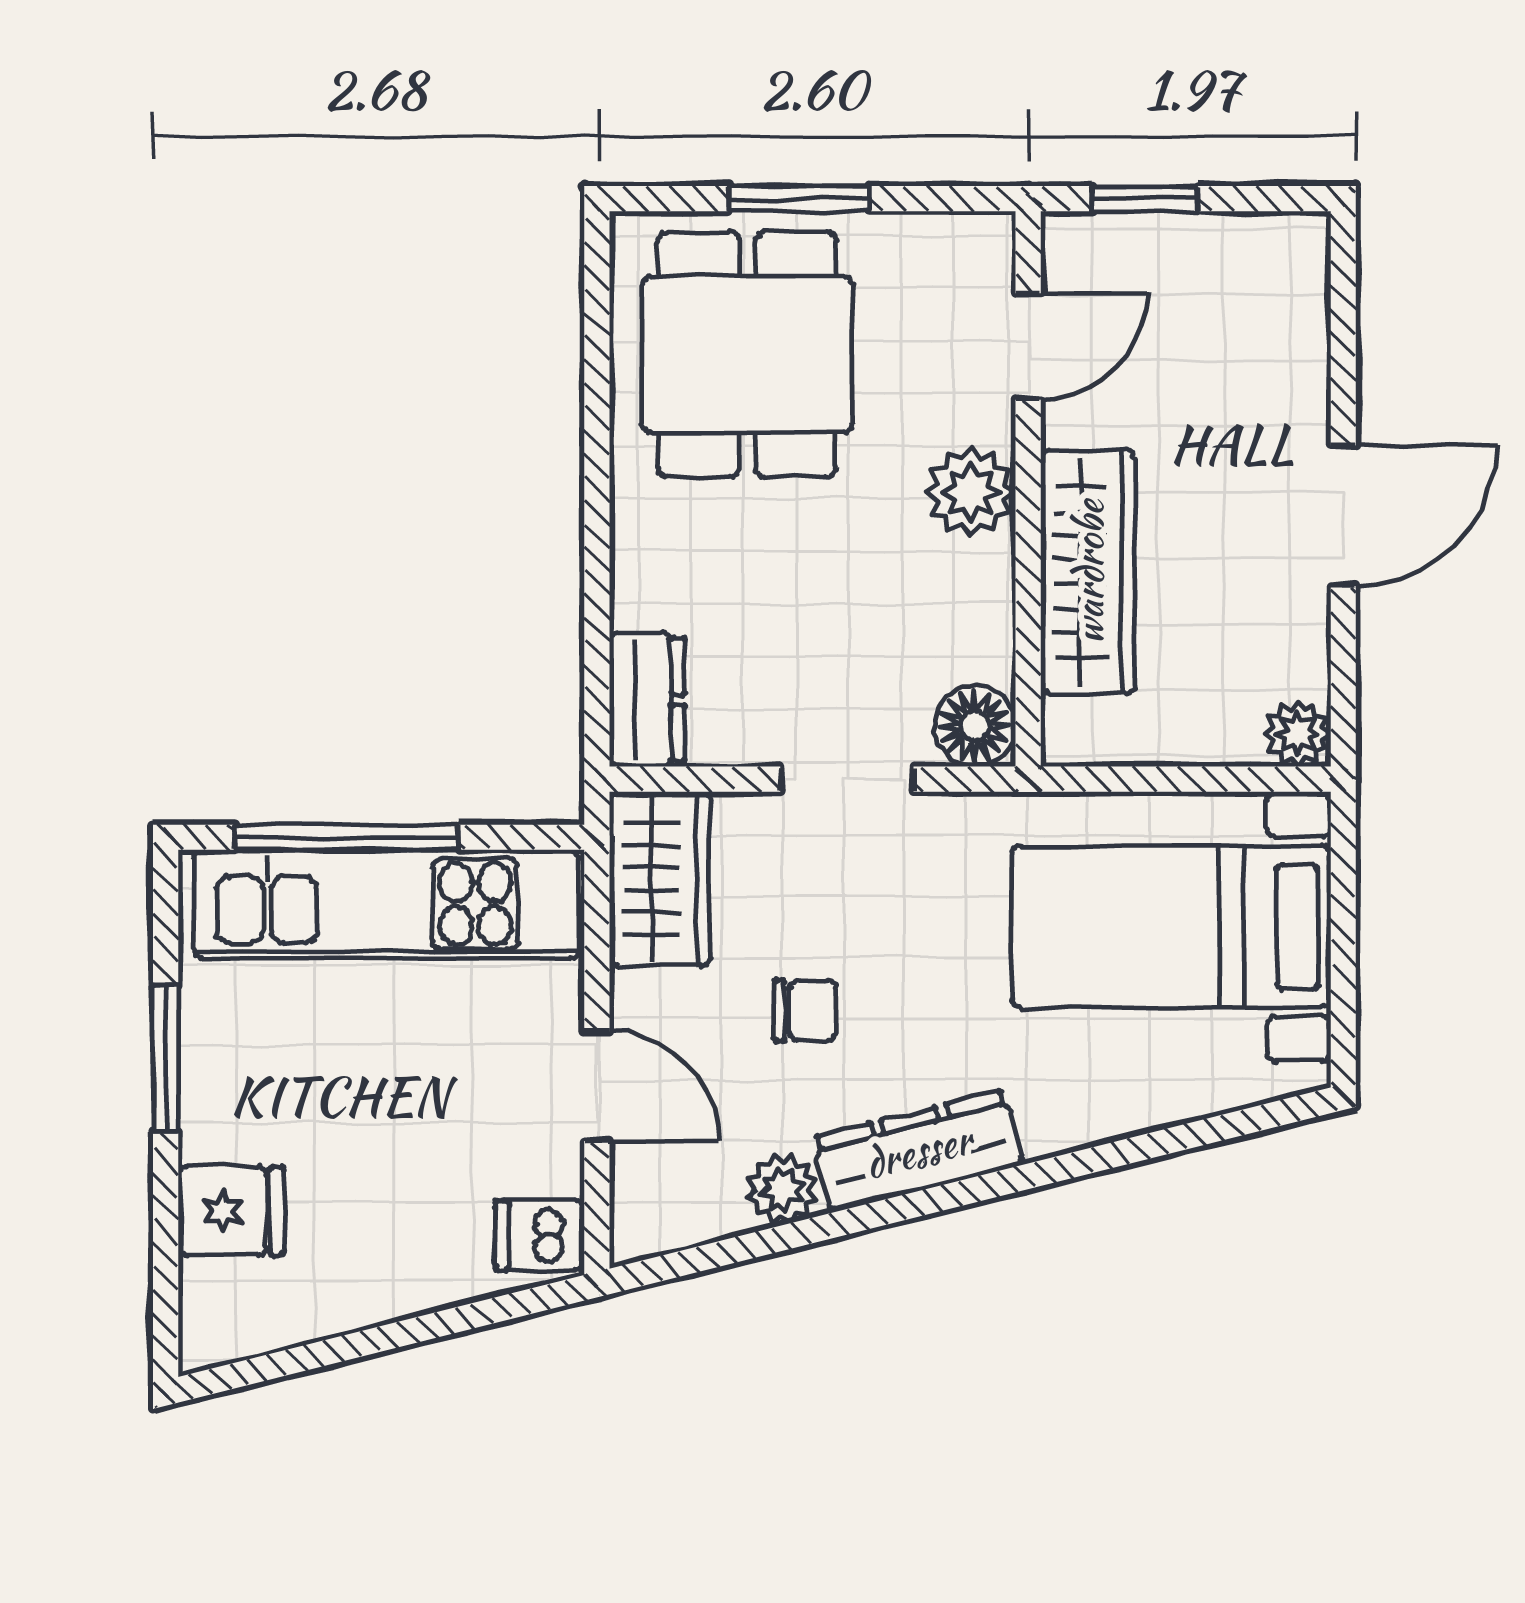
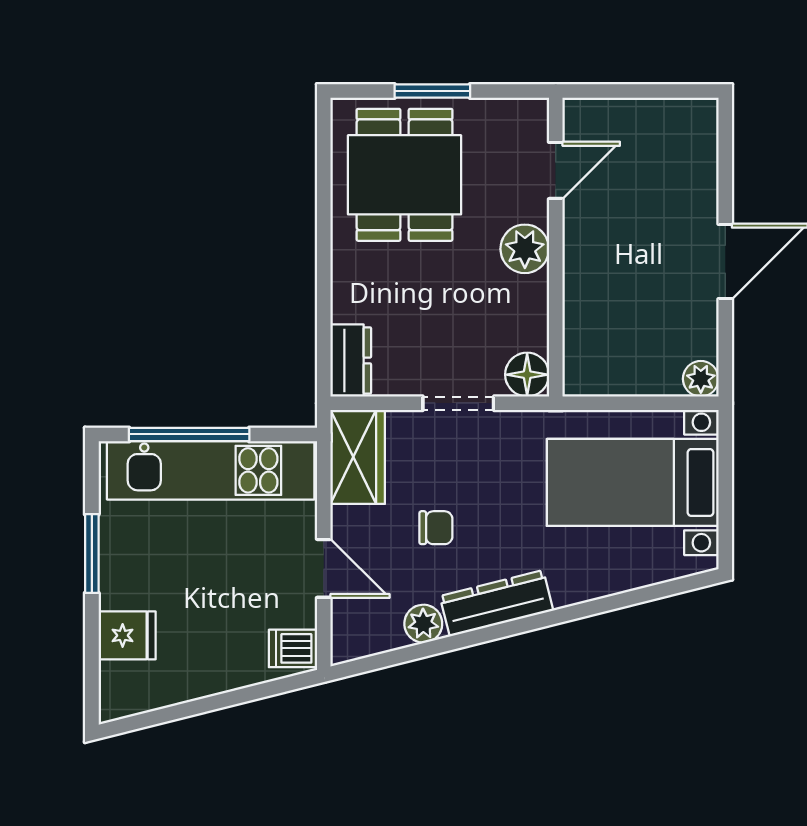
window: (1145, 199) -> (619, 91), removed
wardrobe: (1088, 572) -> (588, 292), removed

